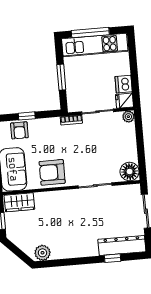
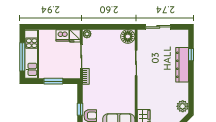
armchair: (52, 172) -> (123, 94), removed
dresser: (122, 246) -> (182, 65), moved

